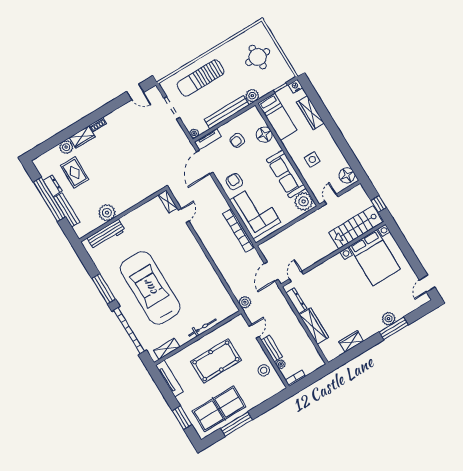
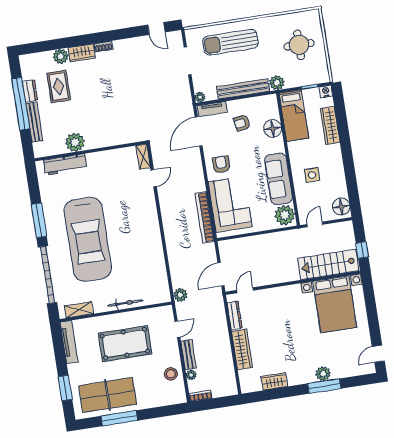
car: (150, 288) -> (88, 239), turned 180

